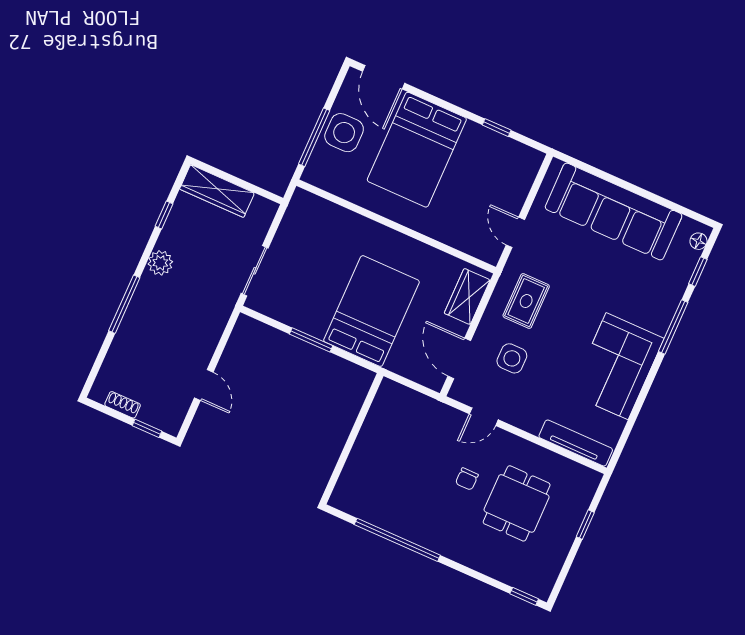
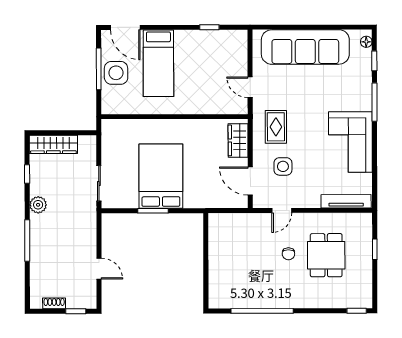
window: (314, 137) -> (99, 69), moved
bed: (417, 150) -> (158, 63), width x0.67
bed: (371, 311) -> (161, 176), moved

